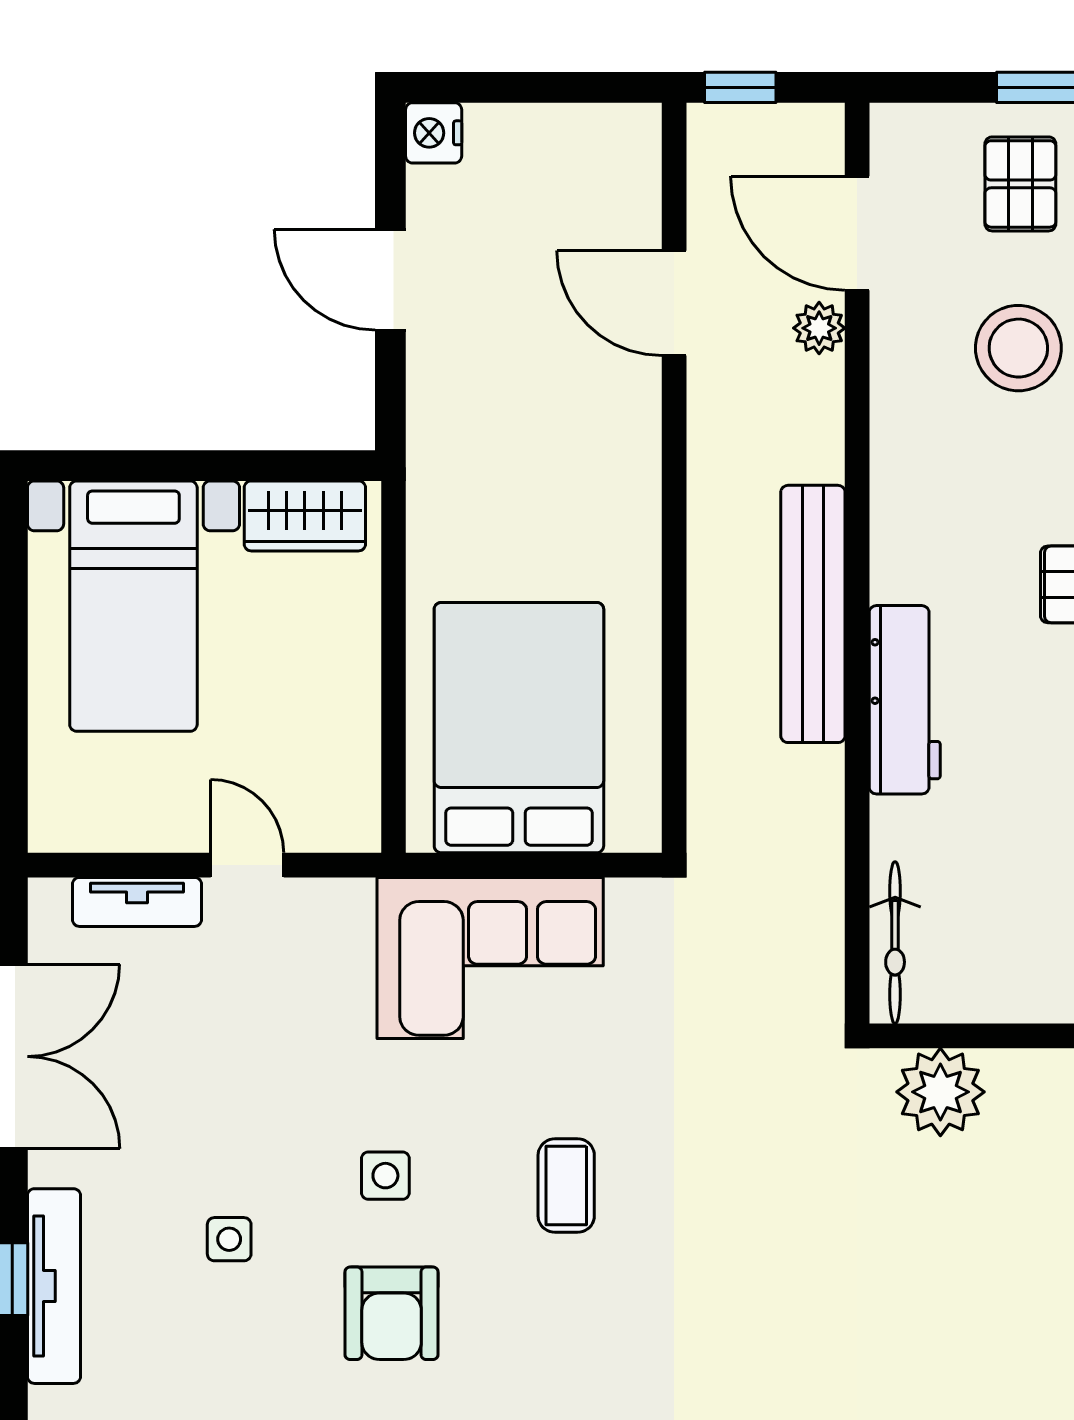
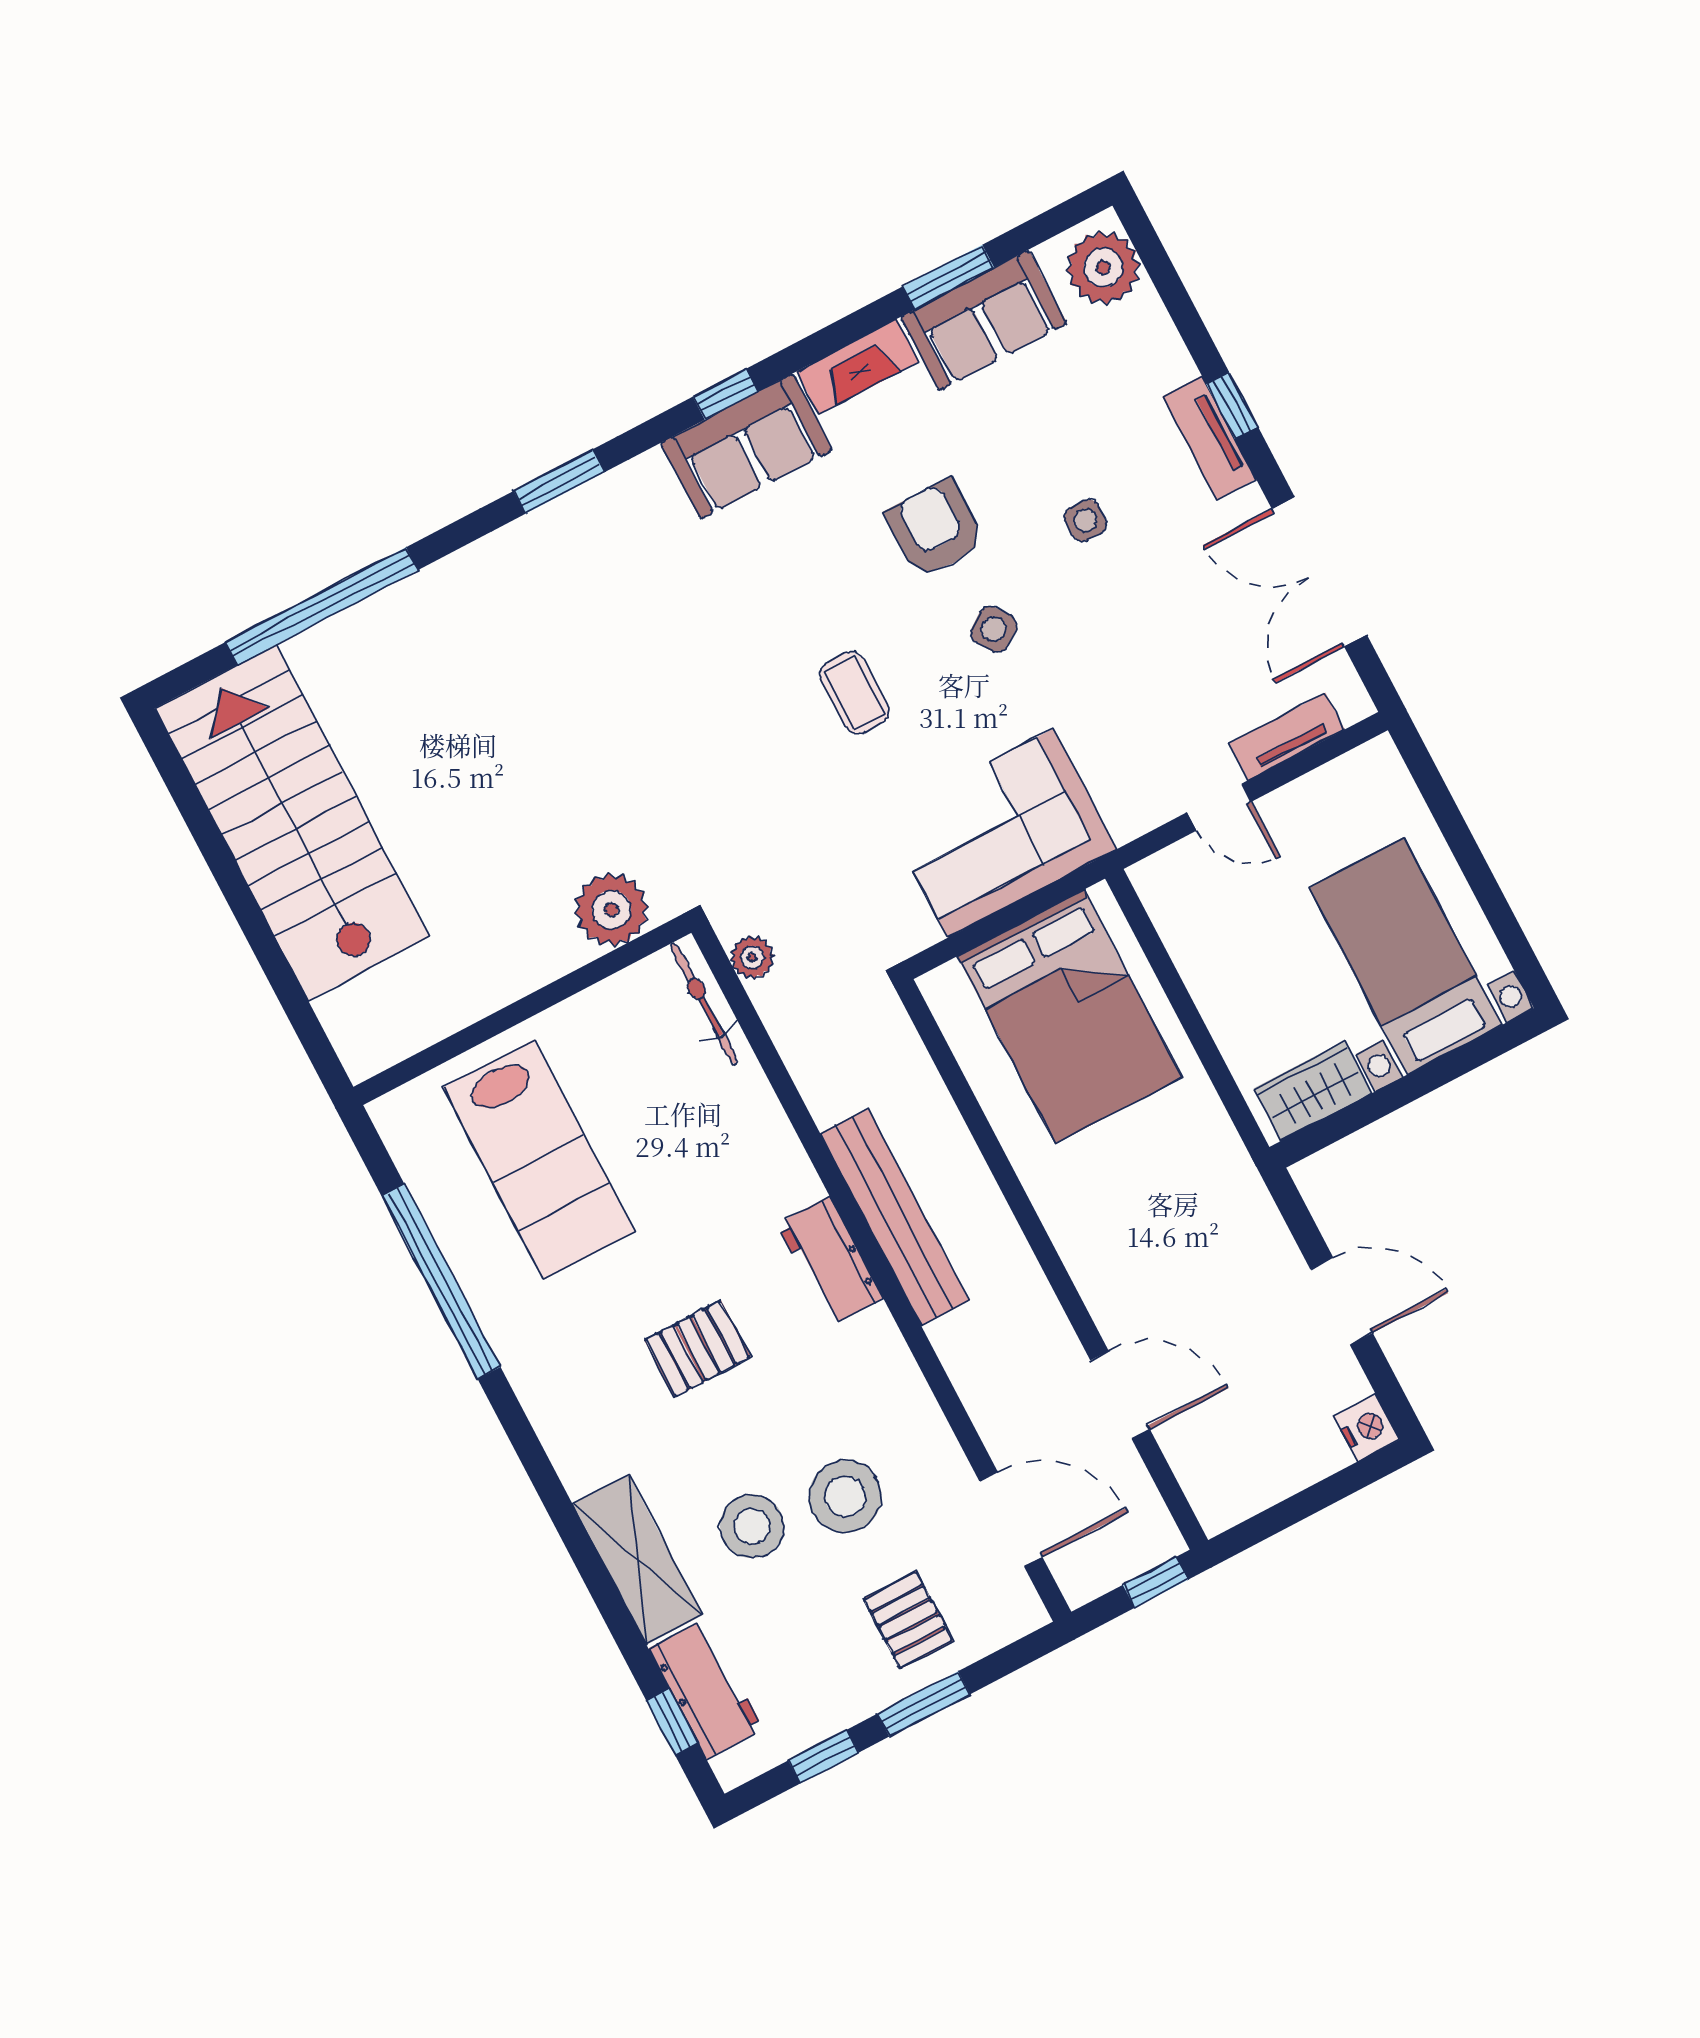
plant: (819, 328) -> (752, 957), moved
workbench: (905, 700) -> (830, 1261), moved, width x0.73
side table: (385, 1176) -> (994, 629), turned -35
tv unit: (54, 1286) -> (1209, 438), width x0.71

